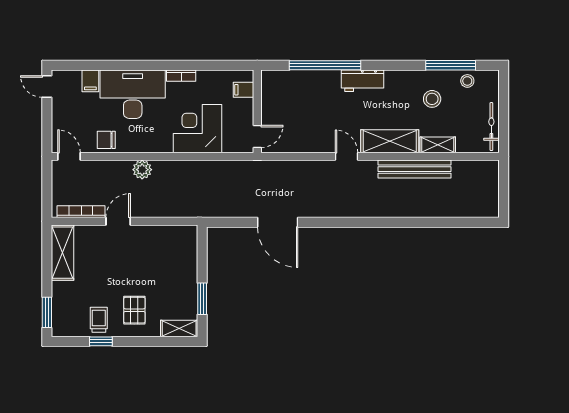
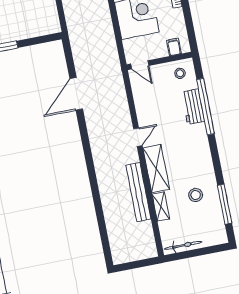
workbench: (363, 81) -> (193, 107), moved
stool: (467, 81) -> (180, 73), moved

